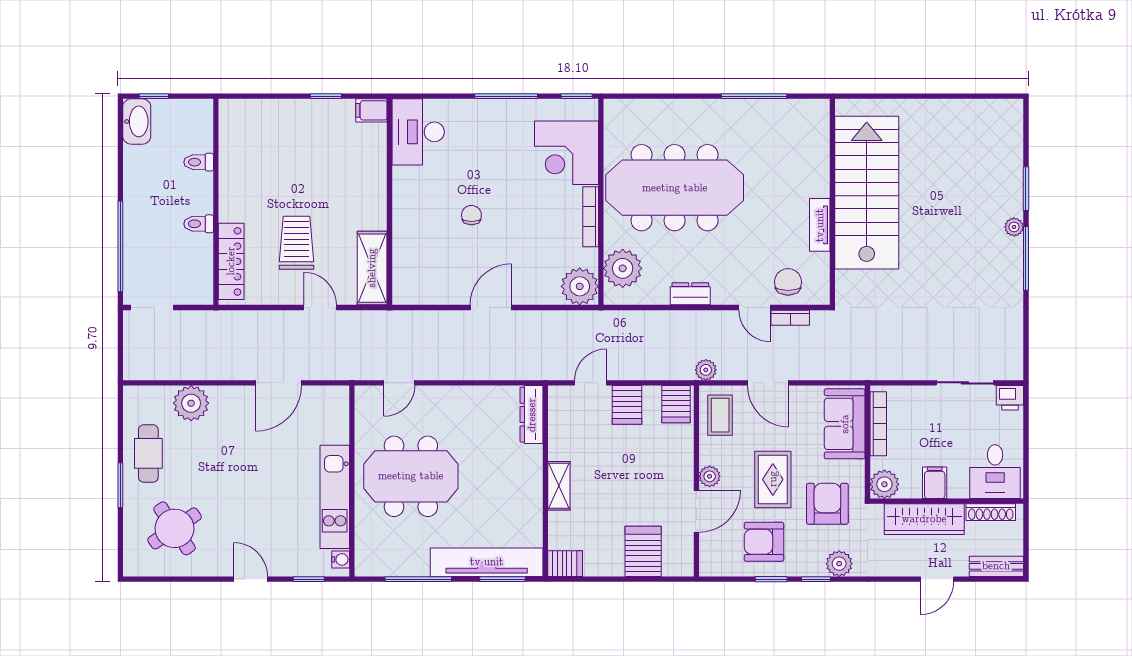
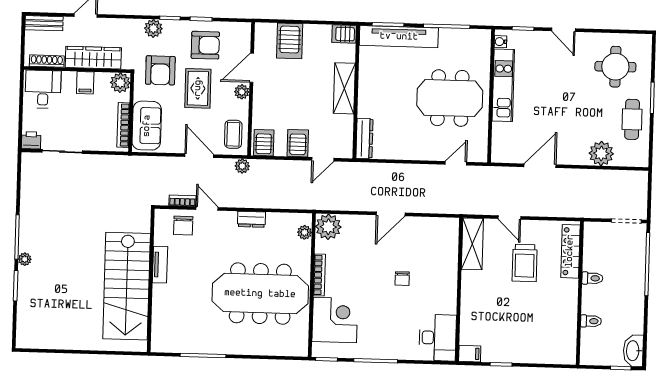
plant: (623, 268) -> (305, 232), width x0.53, depth x0.53
shelving: (559, 486) -> (344, 88), width x1.50, depth x1.33
round table: (175, 528) -> (615, 67), turned 34

